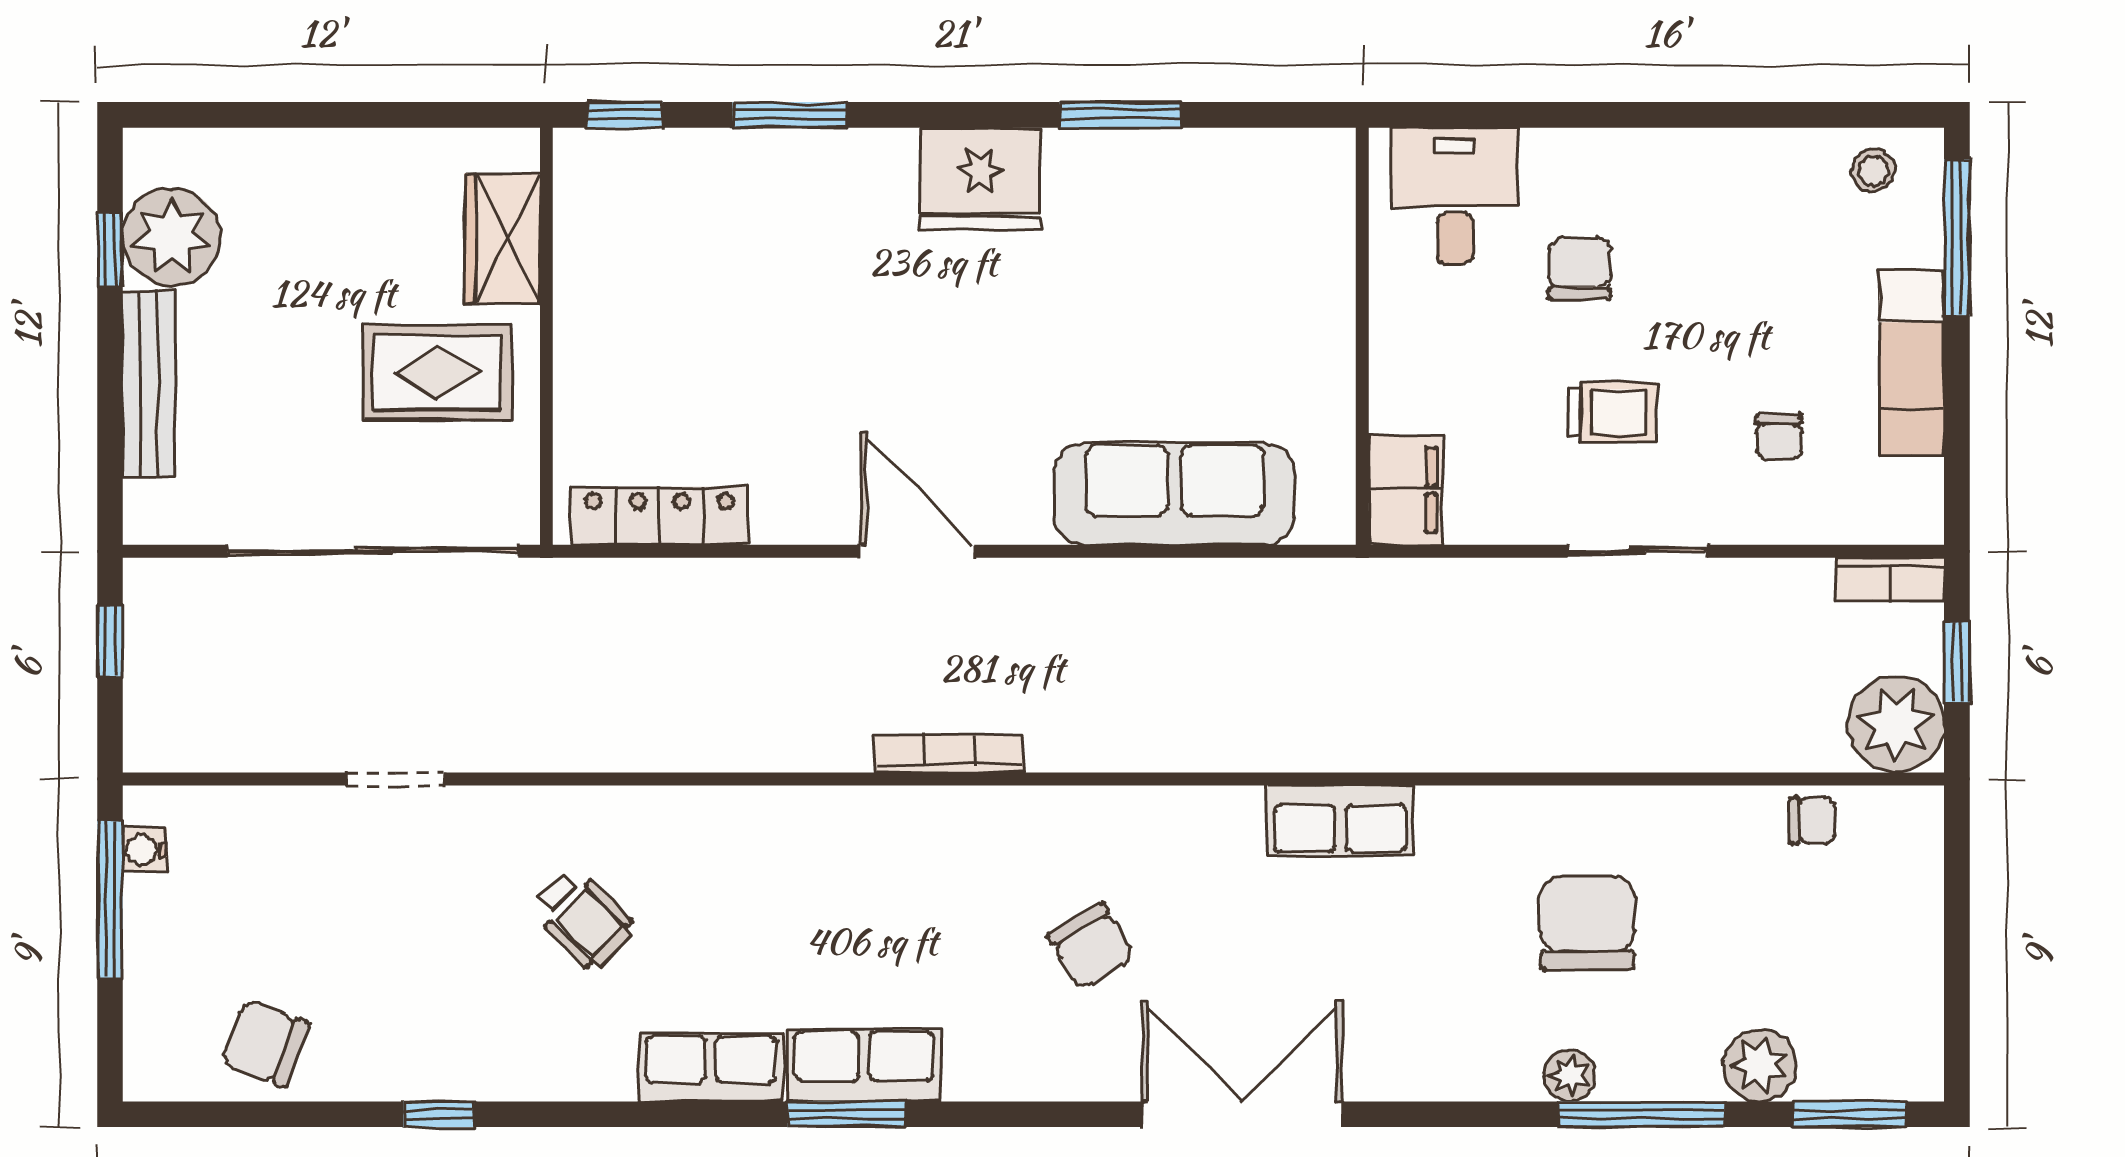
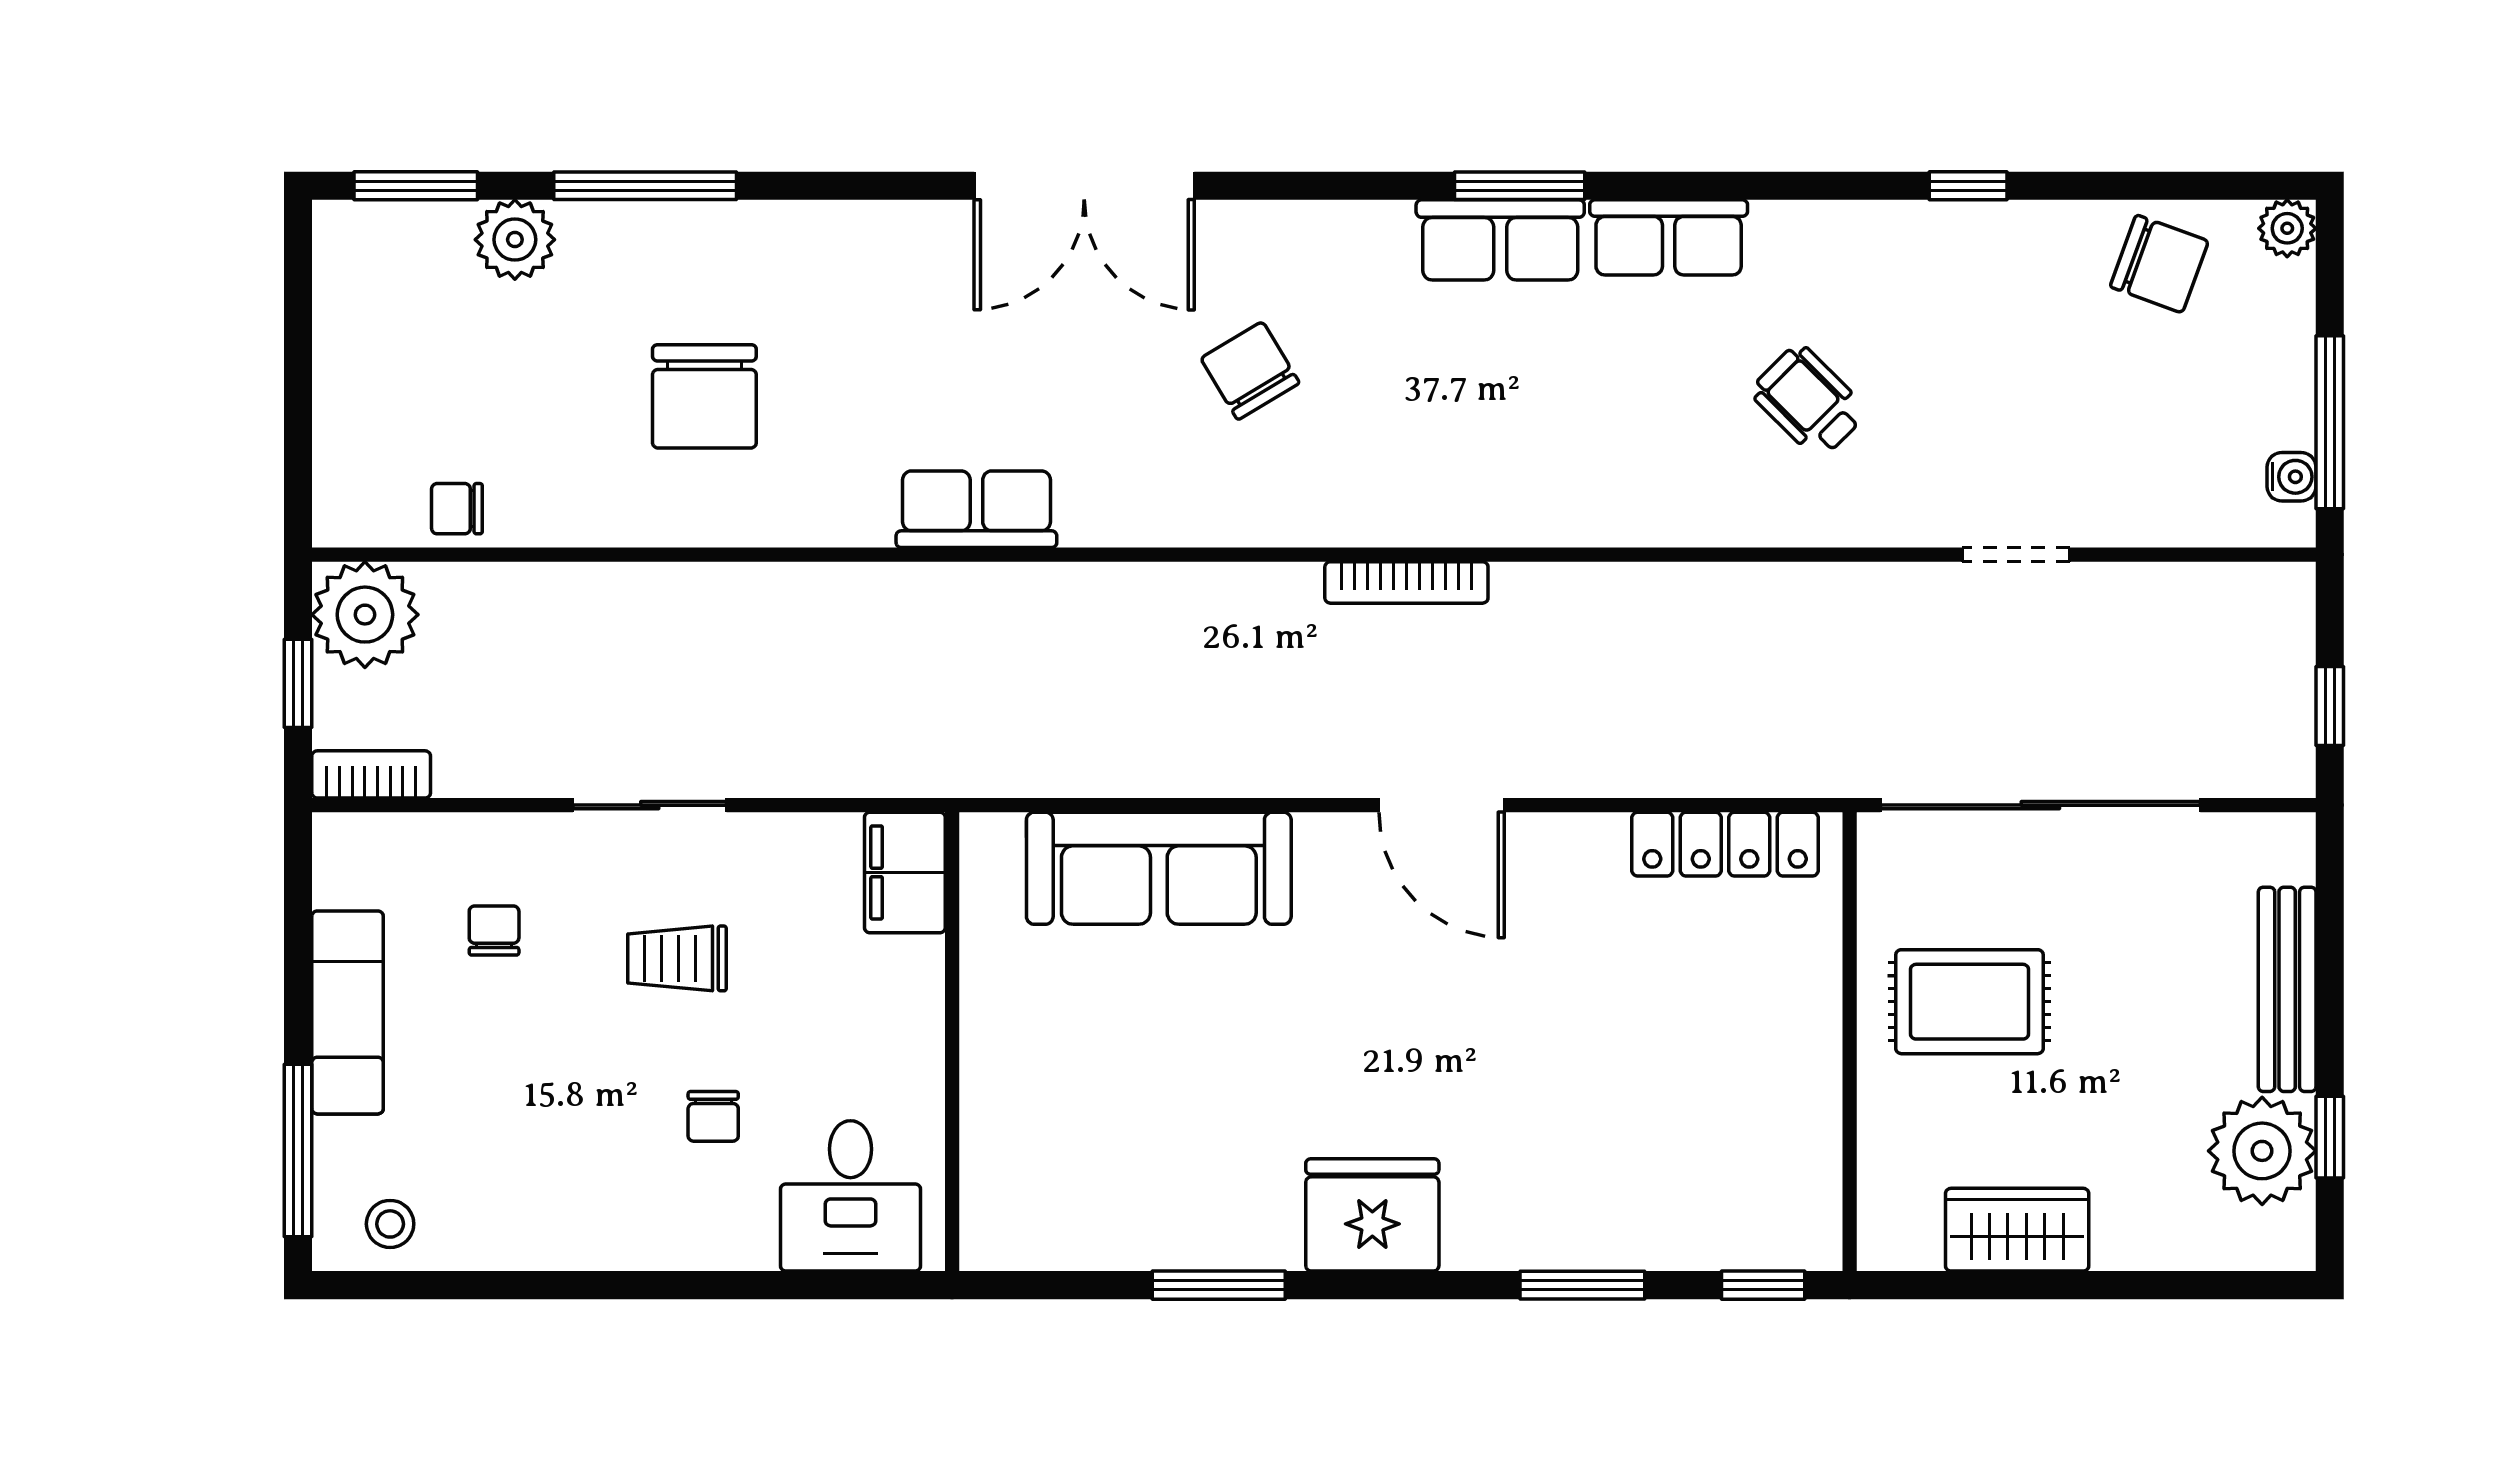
wardrobe: (502, 238) -> (2017, 1230), moved, turned -90
chair: (1579, 268) -> (713, 1116), width x0.73, depth x0.73
plant: (1570, 1076) -> (2287, 228), moved

